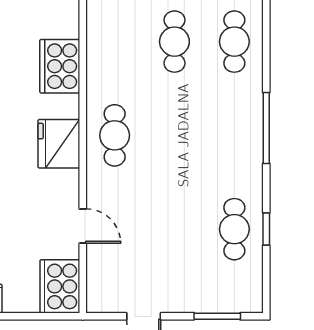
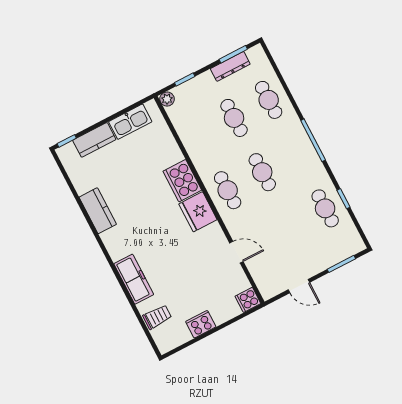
cooker: (60, 66) -> (182, 181), moved
cafe table: (174, 135) -> (262, 172), added
cooker: (60, 286) -> (248, 300), width x0.53, depth x0.76

